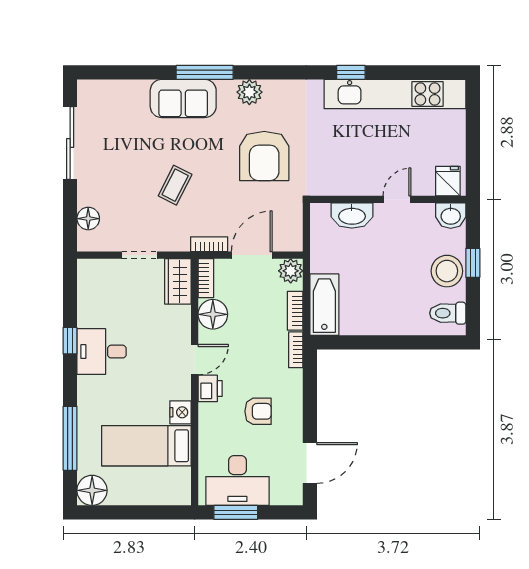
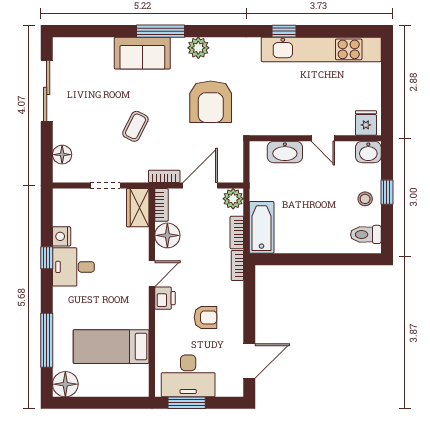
door: (397, 199) -> (323, 138), swing flipped
stool: (447, 271) -> (365, 199), width x0.53, depth x0.53
nightstand: (180, 412) -> (62, 236), moved, turned 180

